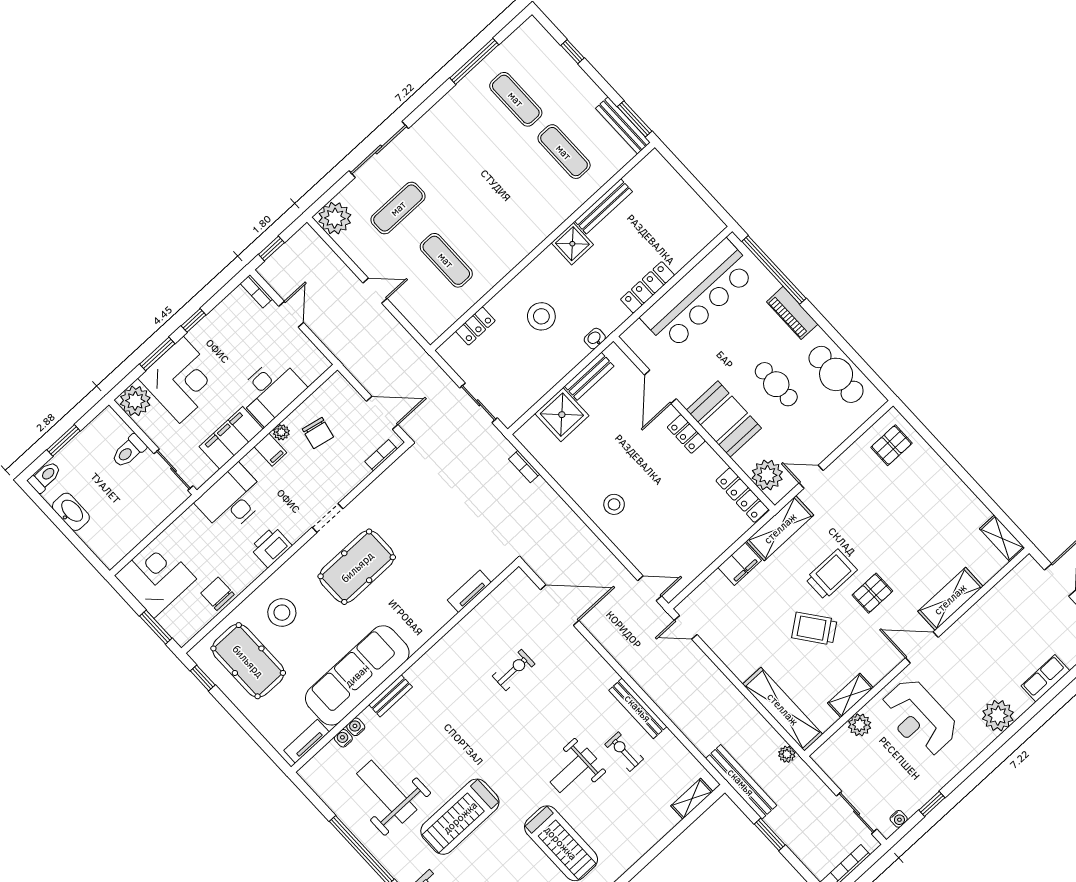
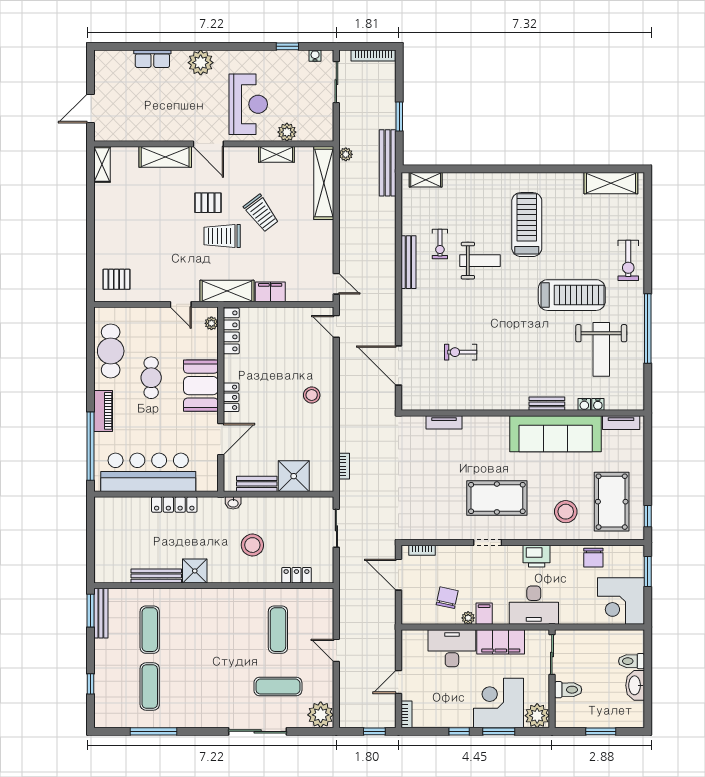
plant: (767, 475) -> (211, 323), width x0.53, depth x0.53
toilet: (45, 477) -> (631, 661), moved

